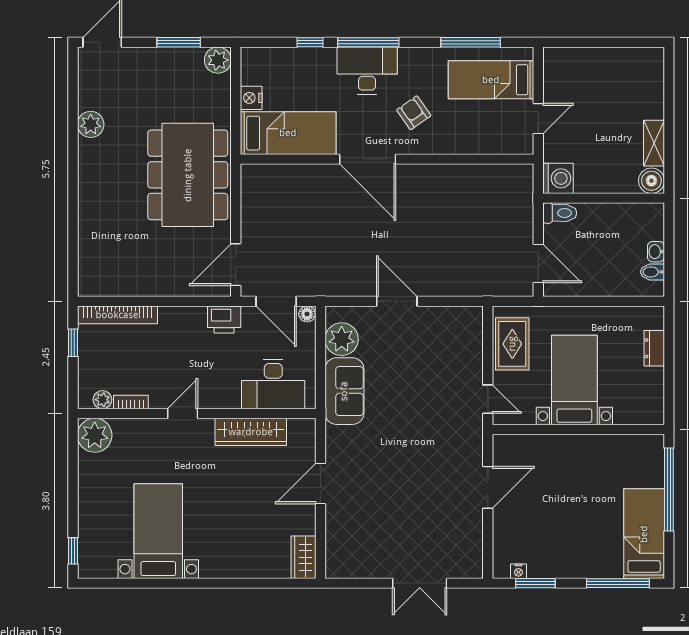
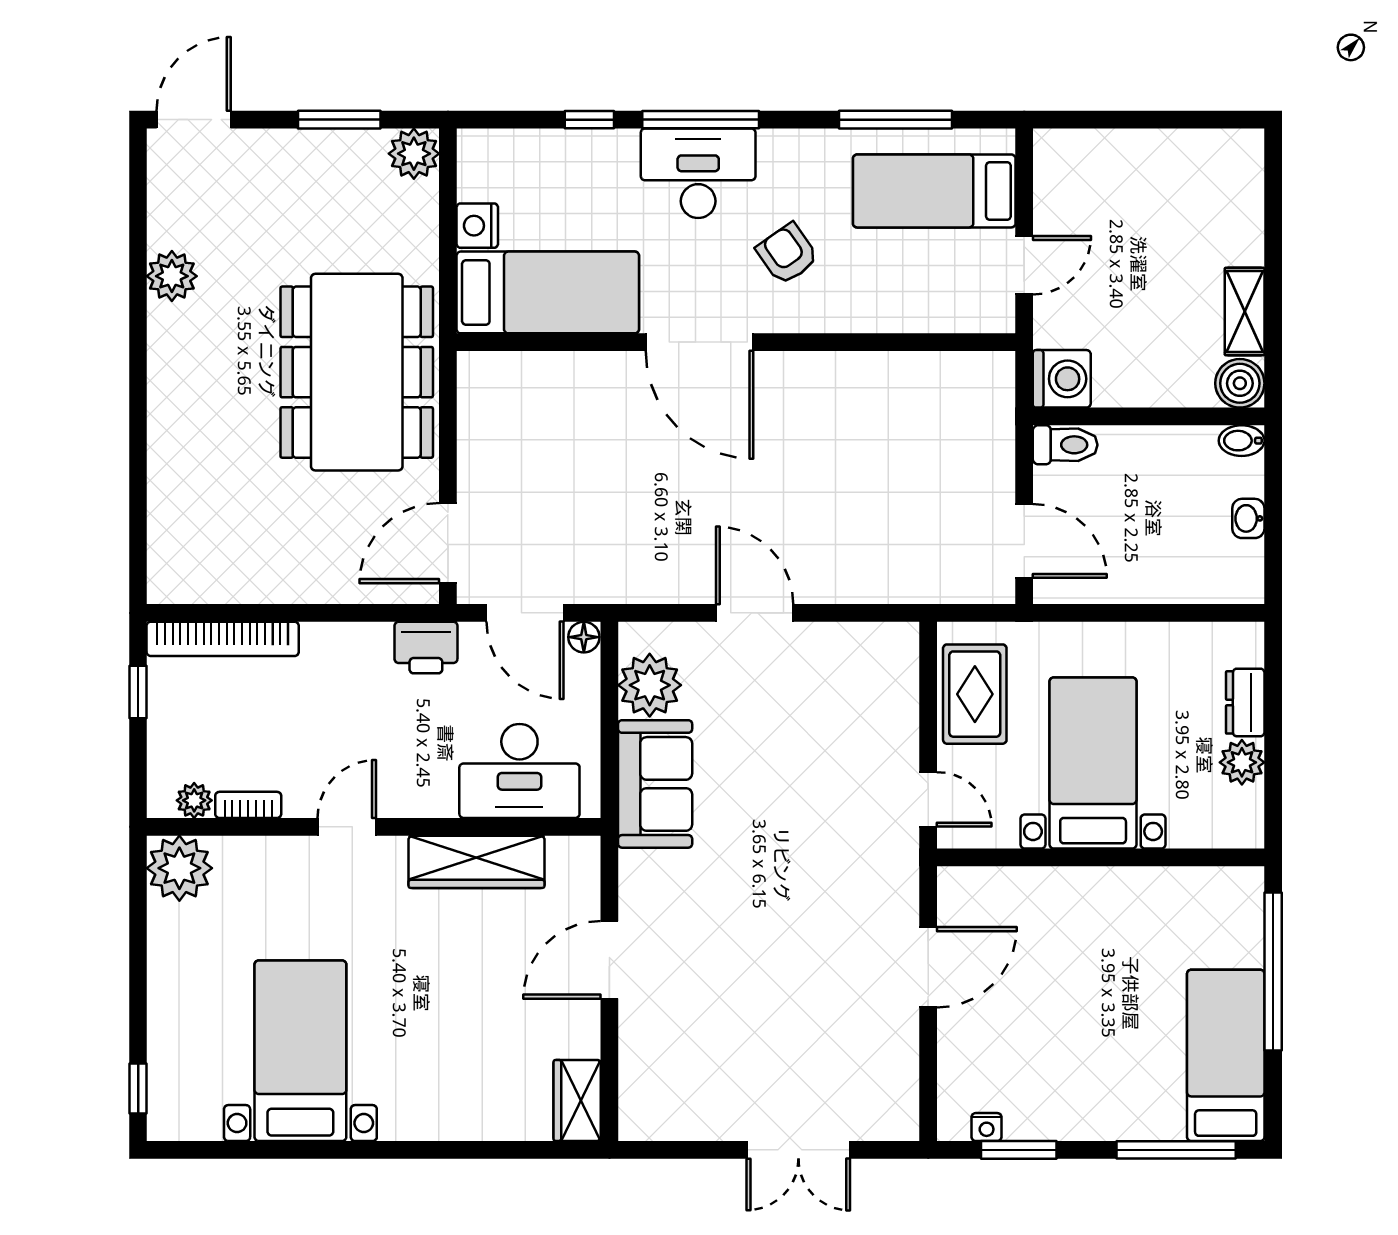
bidet: (652, 272) -> (1242, 441), moved
plant: (653, 380) -> (1242, 762), added

